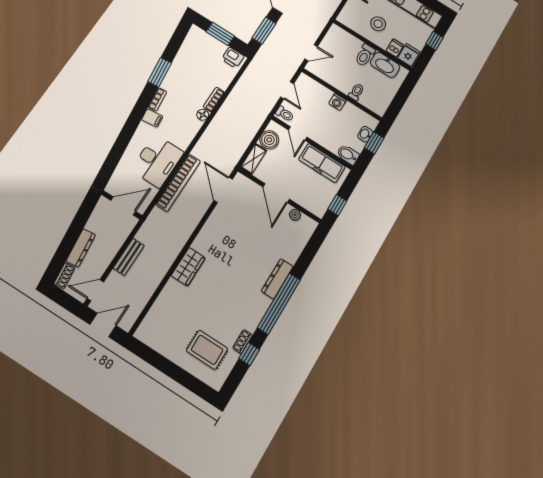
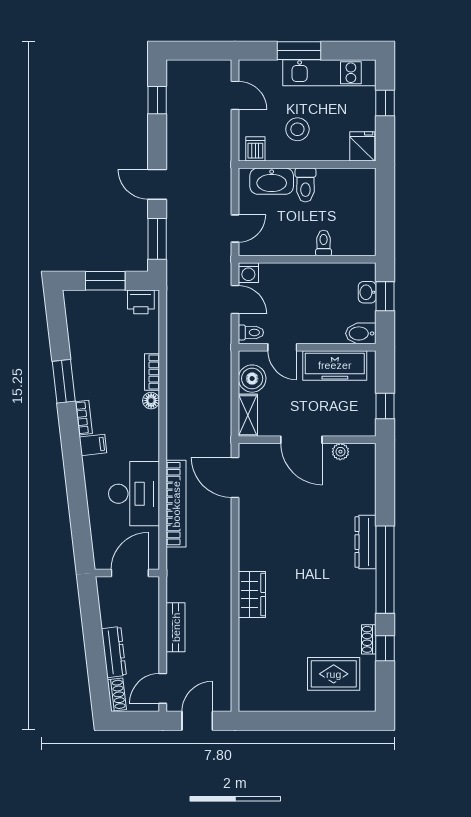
dishwasher: (395, 48) -> (255, 149), moved
washbasin: (385, 65) -> (272, 181), moved
washing machine: (337, 102) -> (248, 273), moved

